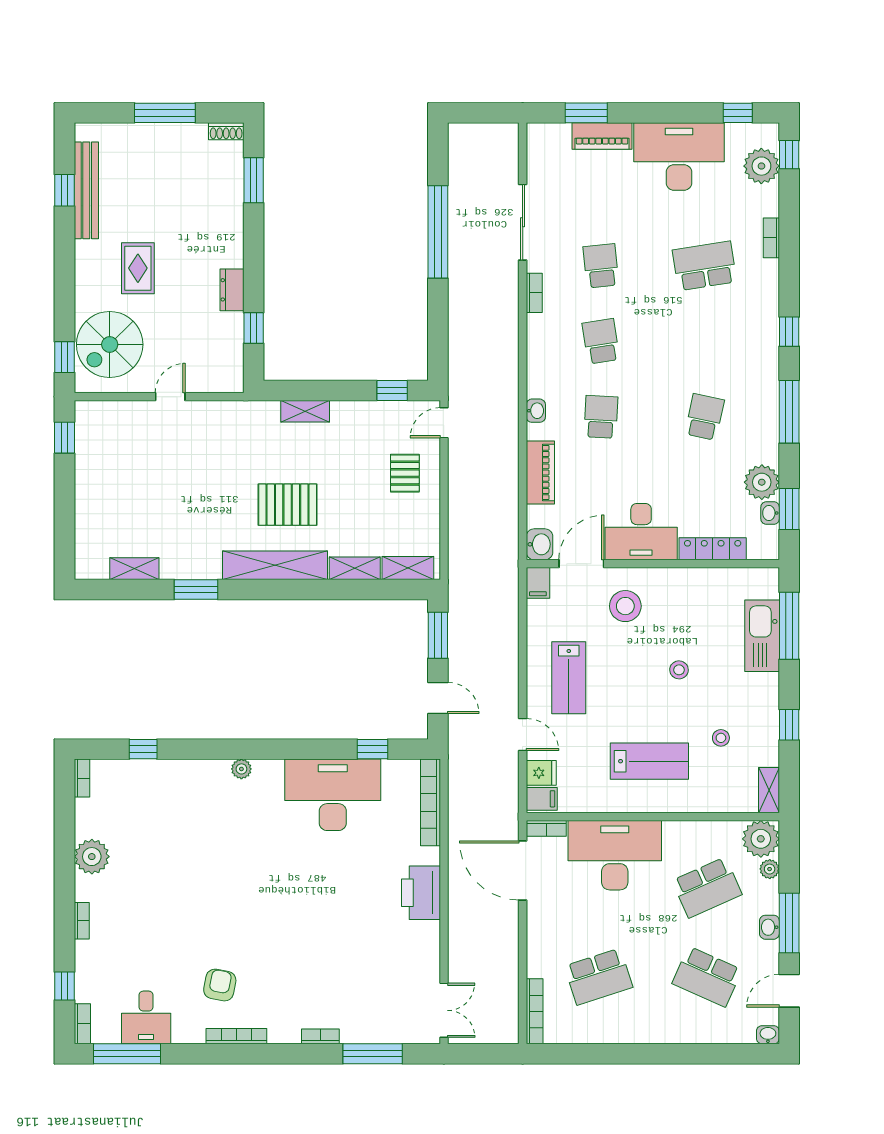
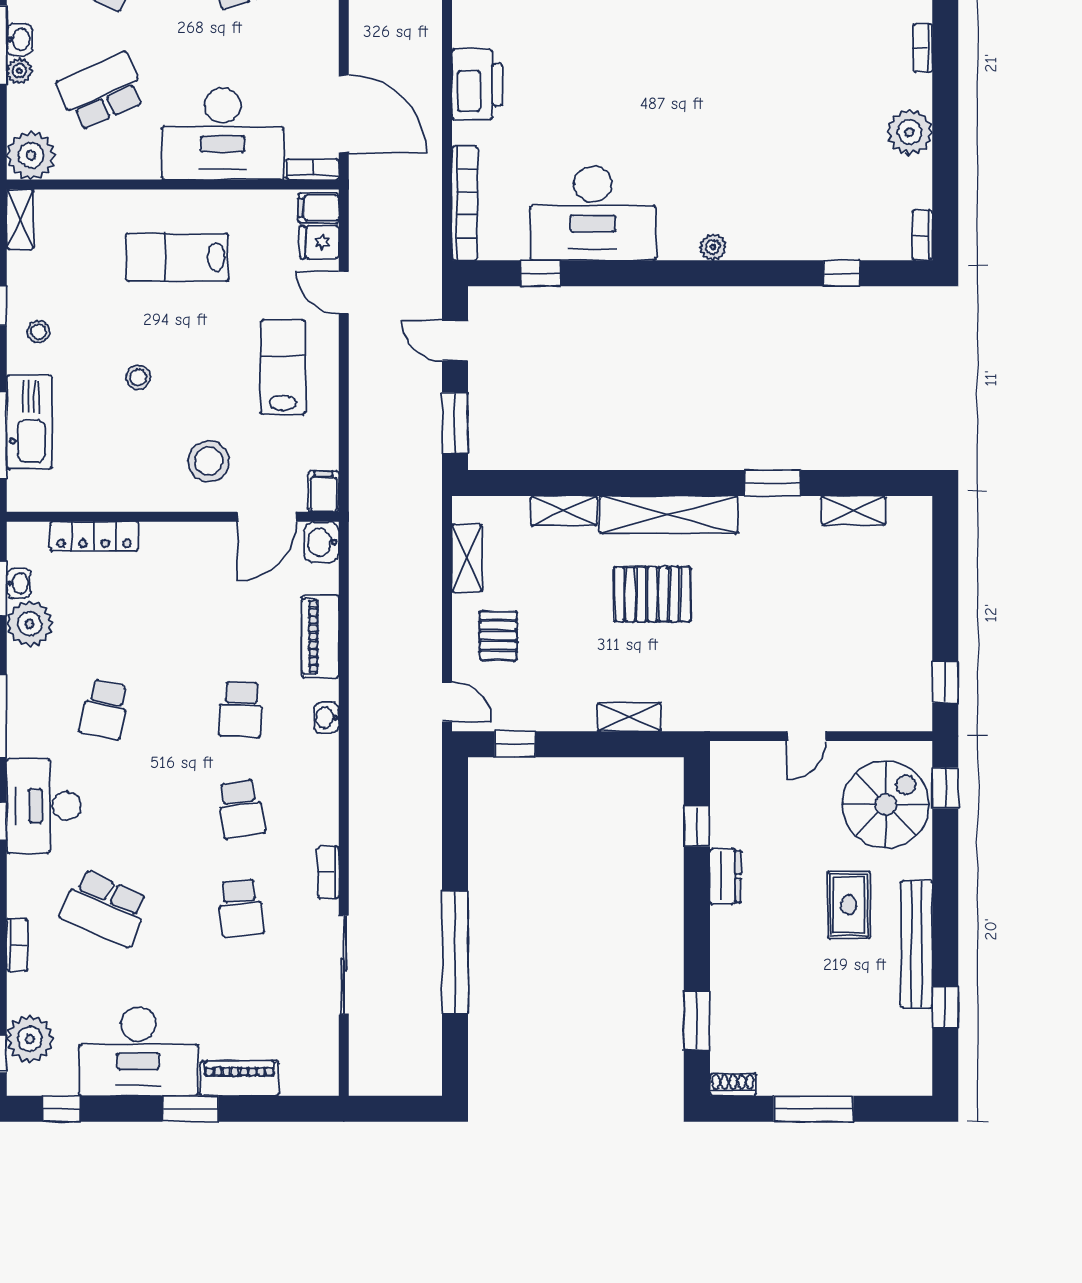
window: (586, 113) -> (190, 1109), moved
bench: (86, 190) -> (917, 944), moved
school desk: (705, 266) -> (105, 908), turned 33
door: (444, 423) -> (447, 702), hinge flipped
desk: (641, 532) -> (44, 806), moved, turned -90
shelving: (408, 568) -> (467, 558), moved, turned 90
stool: (721, 738) -> (39, 332), moved
plant: (770, 869) -> (19, 71), moved

